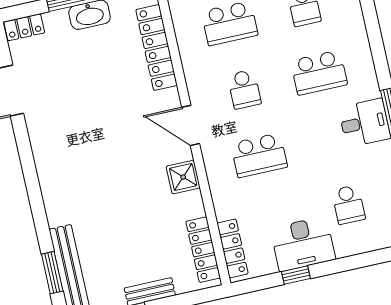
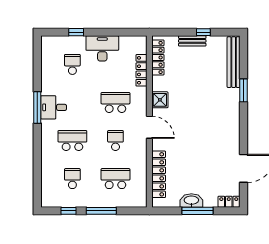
locker: (233, 248) -> (142, 70), moved
window: (52, 273) -> (244, 90), moved
window: (296, 275) -> (76, 32), moved

